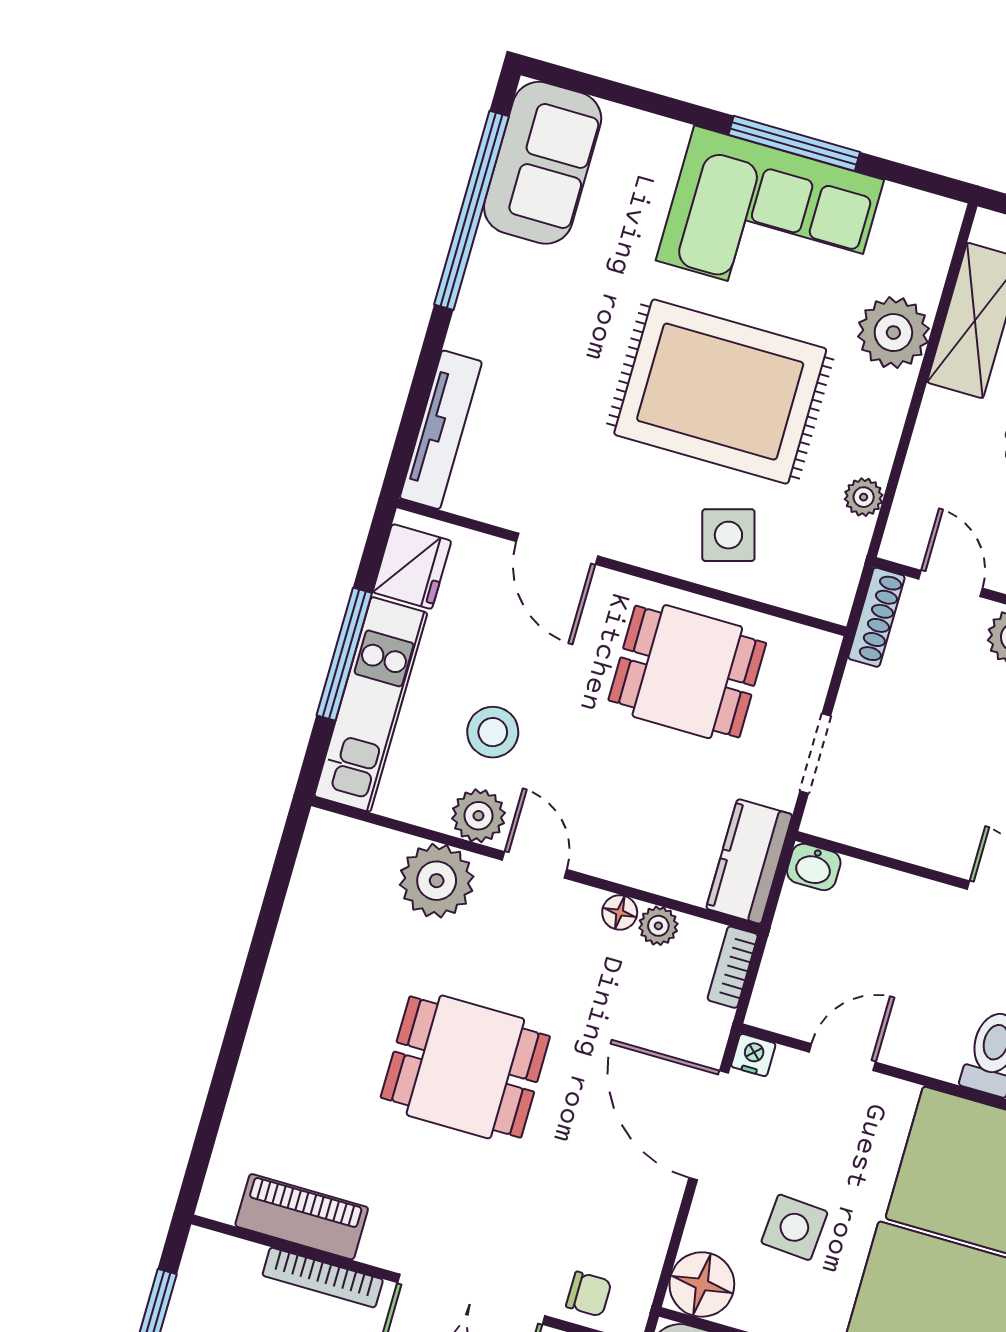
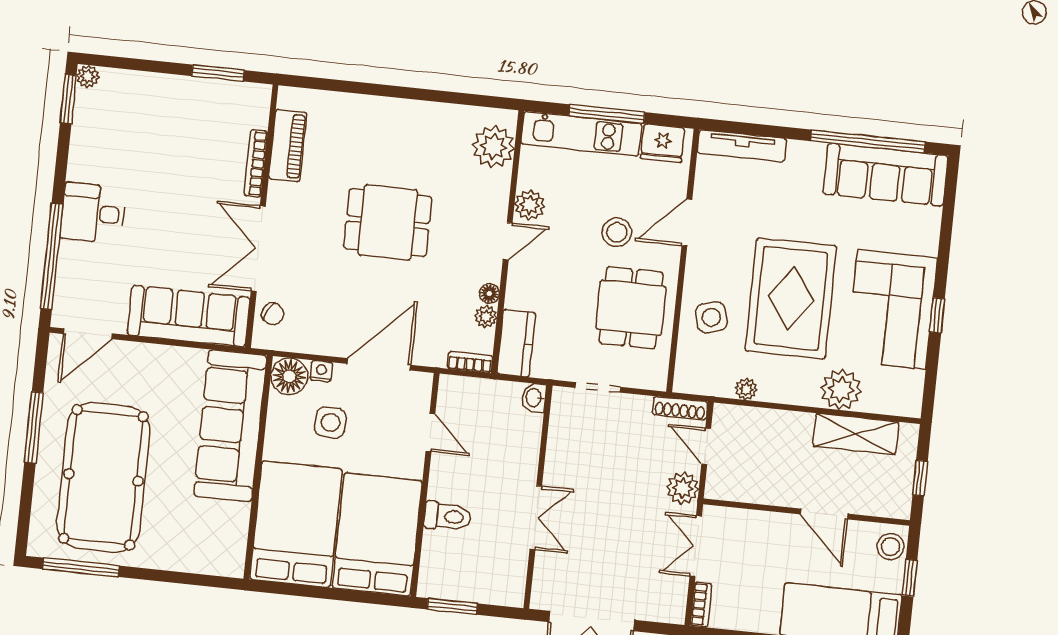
window: (794, 143) -> (937, 315), width x0.46
sofa: (543, 163) -> (886, 175), width x1.36
door: (951, 584) -> (706, 446), swing flipped
stool: (493, 732) -> (617, 232), moved
kitchen counter: (749, 862) -> (516, 343), moved, turned 90
plant: (437, 881) -> (494, 147), moved
nightstand: (753, 1055) -> (321, 371), moved, turned -90
dining table: (465, 1067) -> (388, 222), turned 90
chair: (589, 1294) -> (273, 314), turned -62

